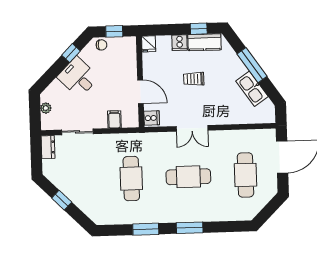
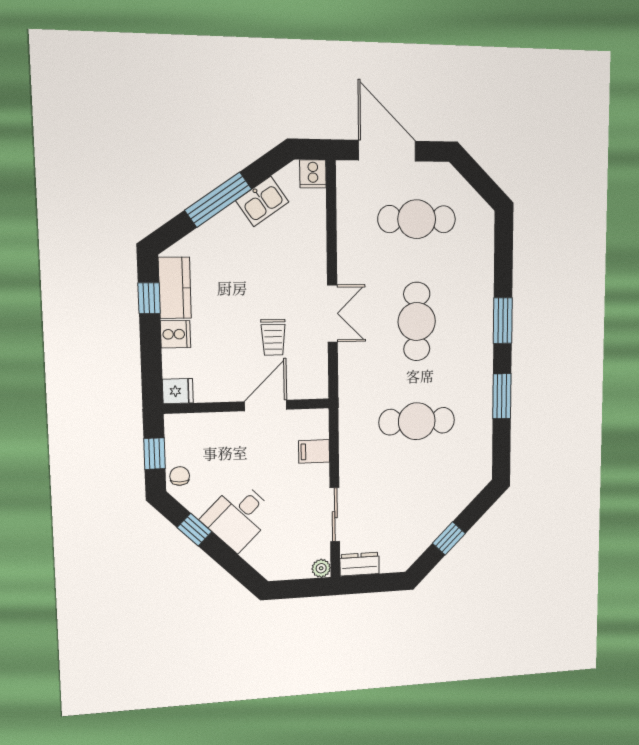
trolley: (194, 79) -> (273, 337), moved
kitchen sink: (252, 89) -> (262, 201), width x0.73
plant: (46, 108) -> (321, 568), moved
cooker: (152, 118) -> (313, 174), moved, turned 180

